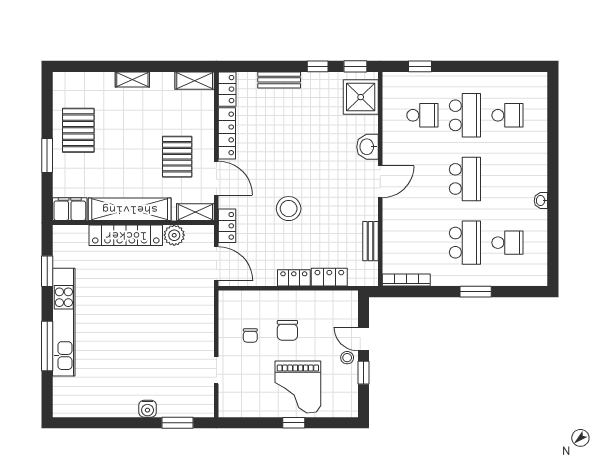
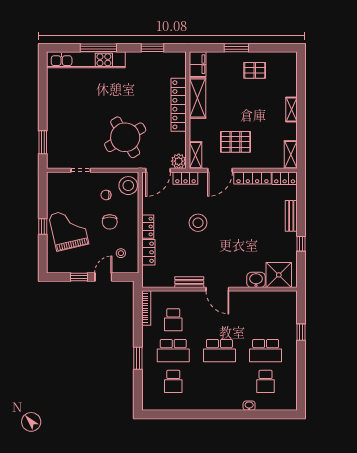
window: (355, 66) -> (301, 271), removed
window: (420, 66) -> (301, 332), moved
school desk: (422, 115) -> (173, 320), moved
pallet: (78, 130) -> (255, 70), width x0.67, depth x0.71
washbasin: (367, 147) -> (256, 280), moved
washbasin: (541, 201) -> (249, 406), moved
shelving: (130, 209) -> (197, 98), width x0.68
plant: (174, 235) -> (179, 161), moved
bench: (371, 241) -> (189, 282), moved
stool: (237, 305) -> (128, 186), added
round table: (171, 309) -> (125, 137), added
kitchen unit: (64, 322) -> (86, 60), moved
chair: (287, 330) -> (110, 222), turned -90
stool: (347, 358) -> (121, 253), moved
grand piano: (298, 387) -> (69, 229), turned 77
water cooler: (148, 409) -> (53, 120), removed

